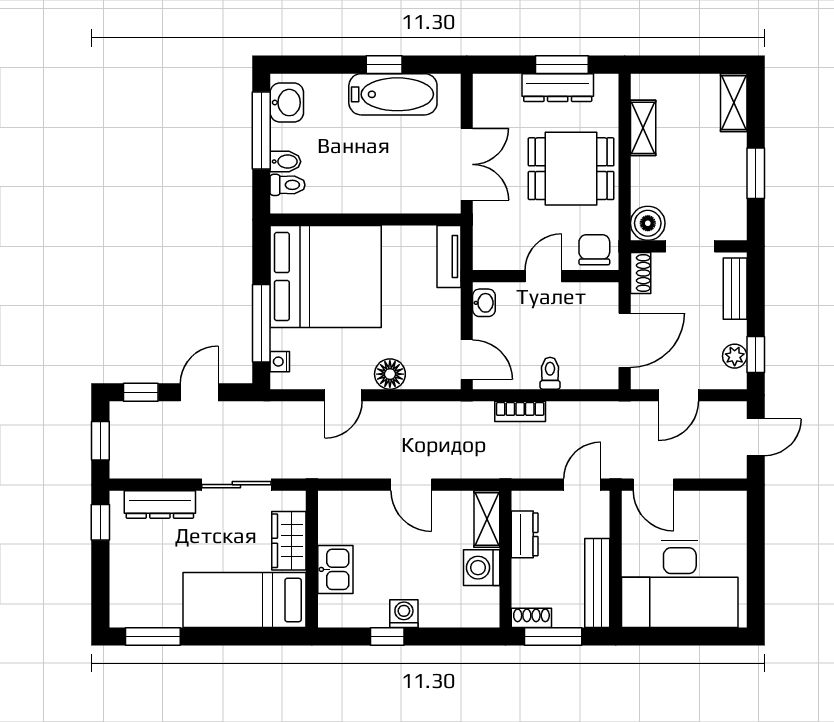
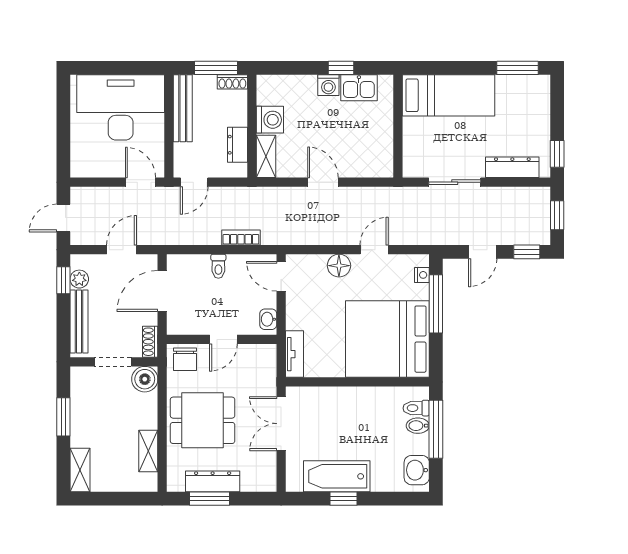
window: (261, 131) -> (436, 429), moved
bench: (735, 289) -> (79, 322), width x1.36
wardrobe: (289, 541) -> (415, 140), removed
kitchen sink: (335, 569) -> (359, 88), moved, turned -90

